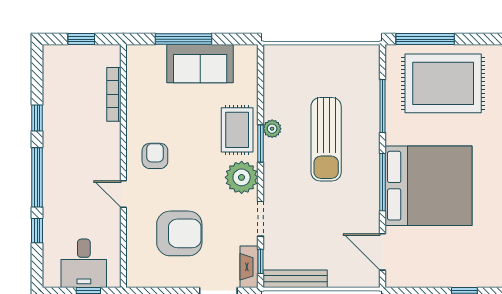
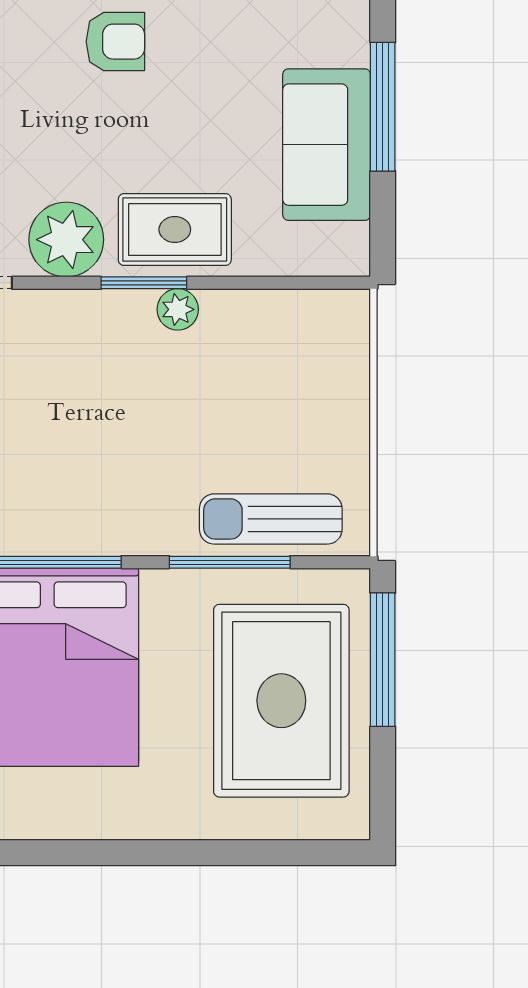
sun lounger: (326, 139) -> (271, 519), moved, width x0.73, depth x0.75

